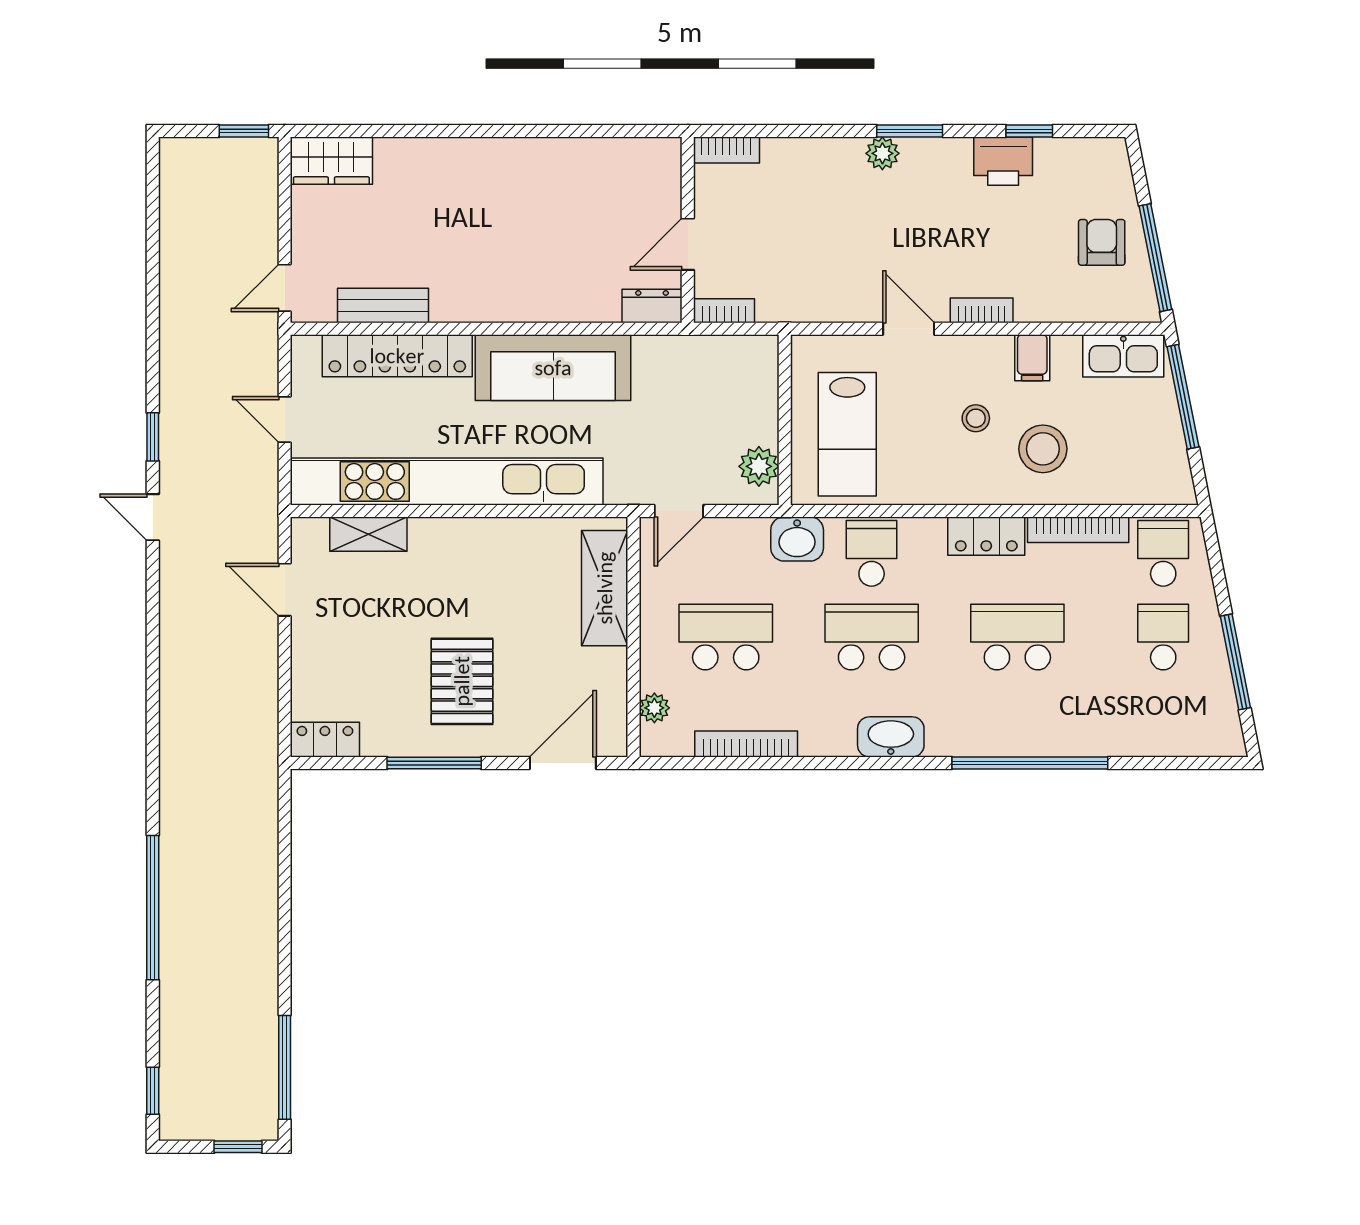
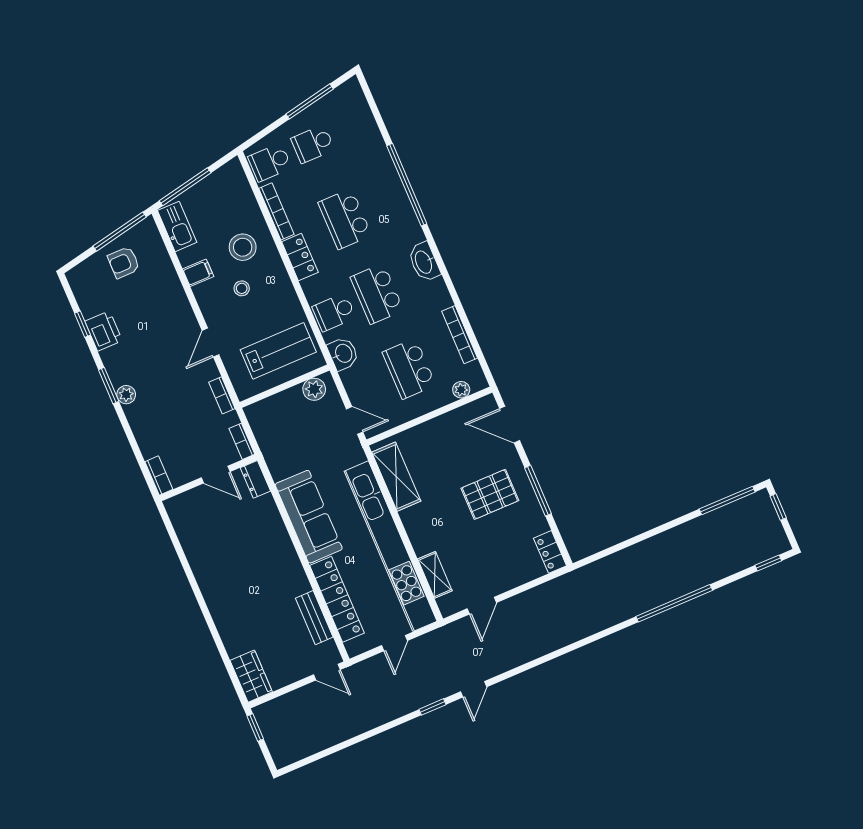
bookcase: (982, 310) -> (222, 395), moved
shelving: (605, 588) -> (396, 477), moved, turned 90

